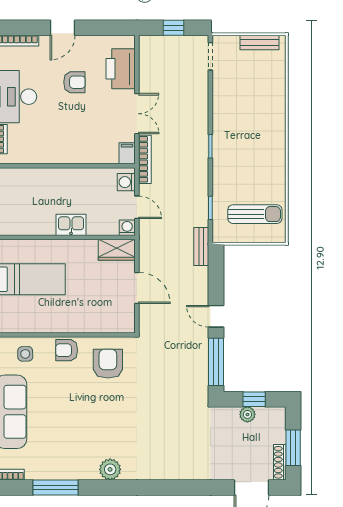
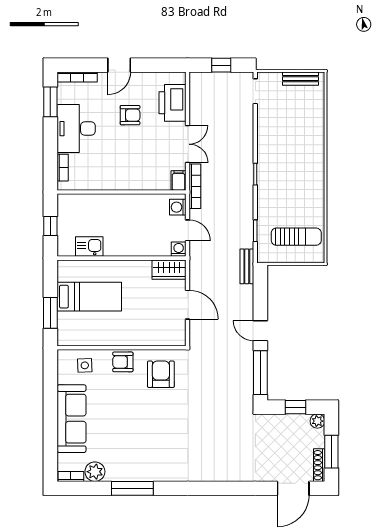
kitchen sink: (71, 225) -> (89, 246), moved
plant: (247, 414) -> (317, 421), moved
plant: (110, 469) -> (95, 472), moved
window: (56, 487) -> (132, 488), moved

